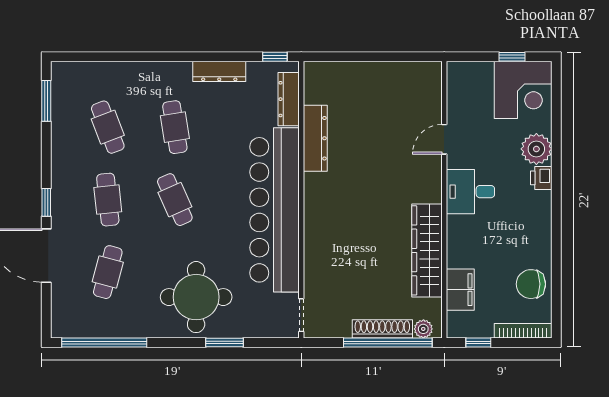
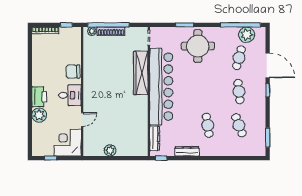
plant: (384, 73) -> (110, 150), added
corner desk: (523, 90) -> (68, 143), moved
dresser: (315, 138) -> (142, 120), removed
printer: (541, 178) -> (39, 97), width x1.87, depth x1.48
cafe table: (175, 200) -> (208, 91), removed
wardrobe: (427, 250) -> (141, 73), moved, turned 180
chair: (531, 284) -> (73, 71), moved, turned 180
filing cabinet: (460, 290) -> (75, 50), removed
plant: (91, 321) -> (247, 35), added

